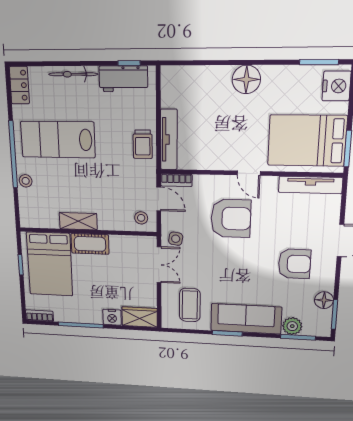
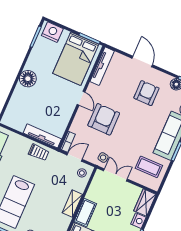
door: (249, 173) -> (81, 98), hinge flipped
shelving: (78, 221) -> (72, 204), moved

